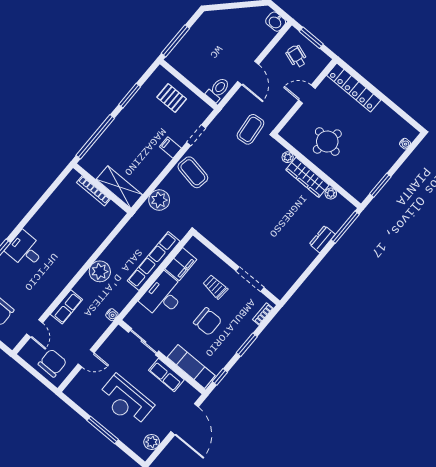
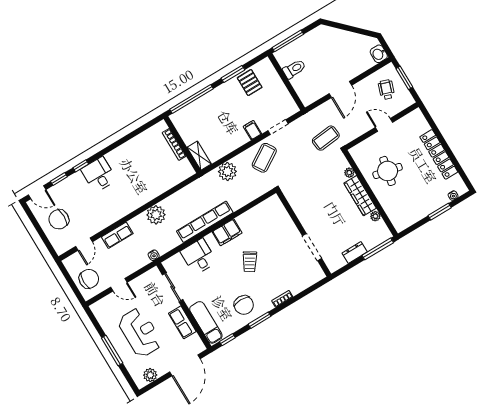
locker: (354, 88) -> (439, 154), moved
toilet: (218, 90) -> (294, 69), moved
pallet: (172, 98) -> (250, 83), moved
coffee table: (193, 172) -> (264, 158), turned 48
window: (380, 185) -> (440, 212), moved
shelving: (119, 187) -> (199, 156), width x0.67, depth x0.75
wall: (236, 268) -> (304, 233), moved
doorway: (250, 279) -> (312, 247), moved
trolley: (215, 287) -> (250, 262), turned -151
desk: (163, 296) -> (199, 257), width x0.73
chair: (208, 322) -> (244, 305), moved
reception desk: (125, 401) -> (140, 333), turned 180

